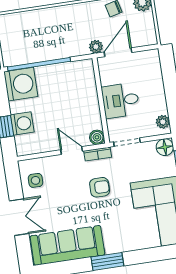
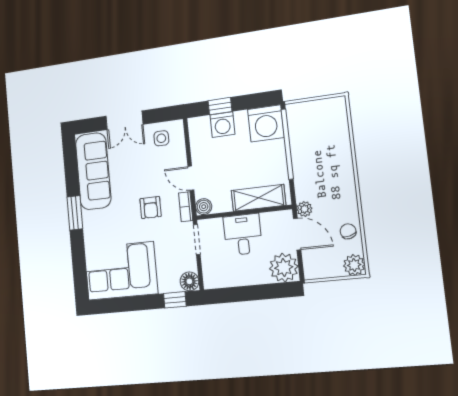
shelving: (87, 88) -> (258, 198), added
plant: (163, 122) -> (284, 268), moved, width x1.88, depth x1.88
door: (72, 151) -> (191, 178), swing flipped

